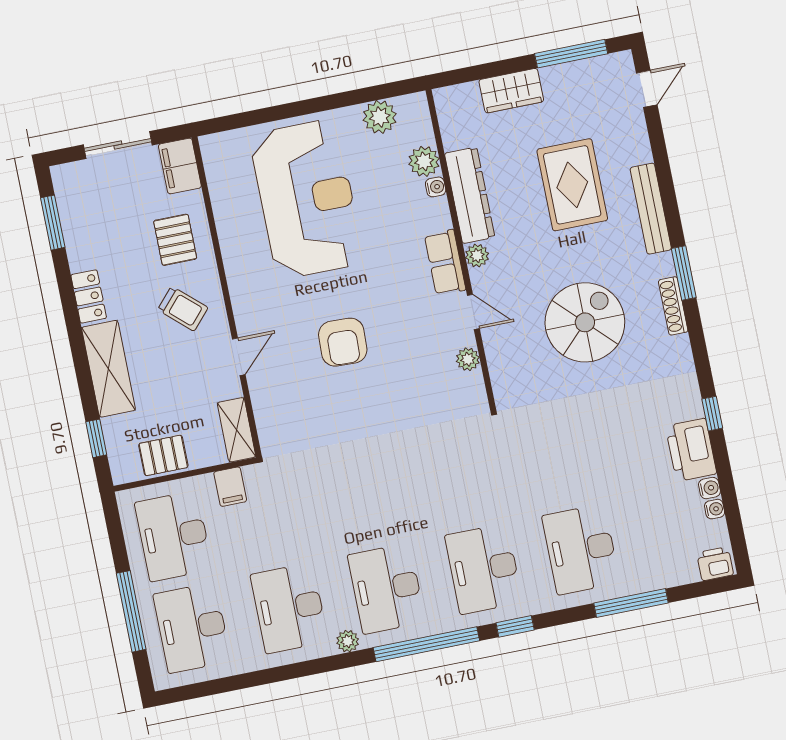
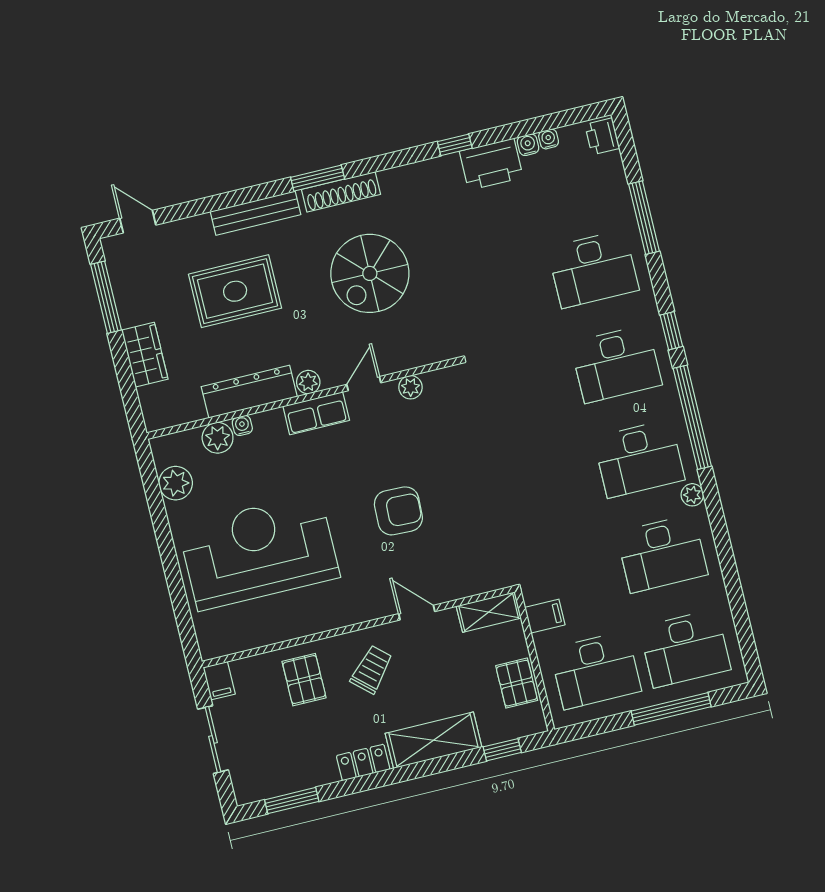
filing cabinet: (180, 166) -> (219, 681), width x0.50
pallet: (175, 240) -> (304, 680), turned 90
shoe rack: (673, 306) -> (341, 192), width x1.36, depth x1.24
spiral stairs: (585, 322) -> (370, 273), turned -90

